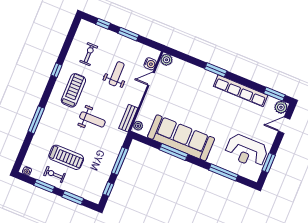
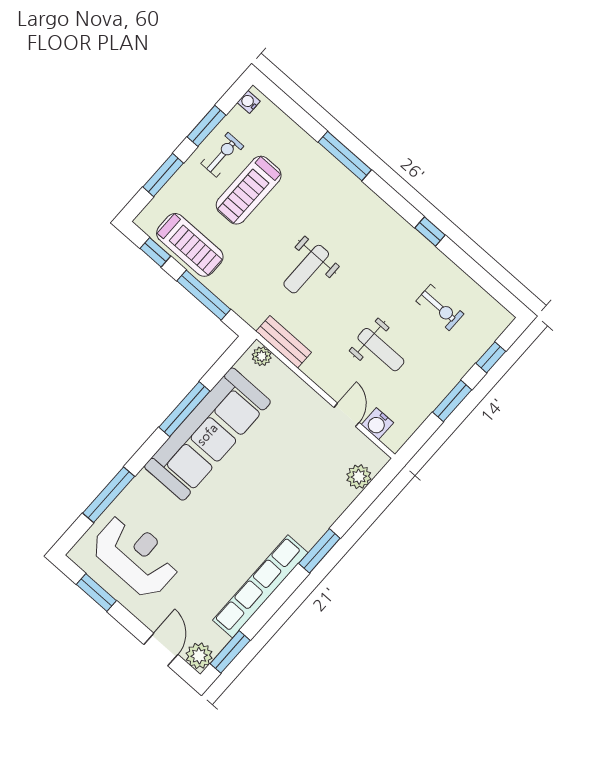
plant: (166, 60) -> (359, 477), moved
treadmill: (73, 90) -> (190, 245), moved
reception desk: (246, 151) -> (136, 556), turned 90

